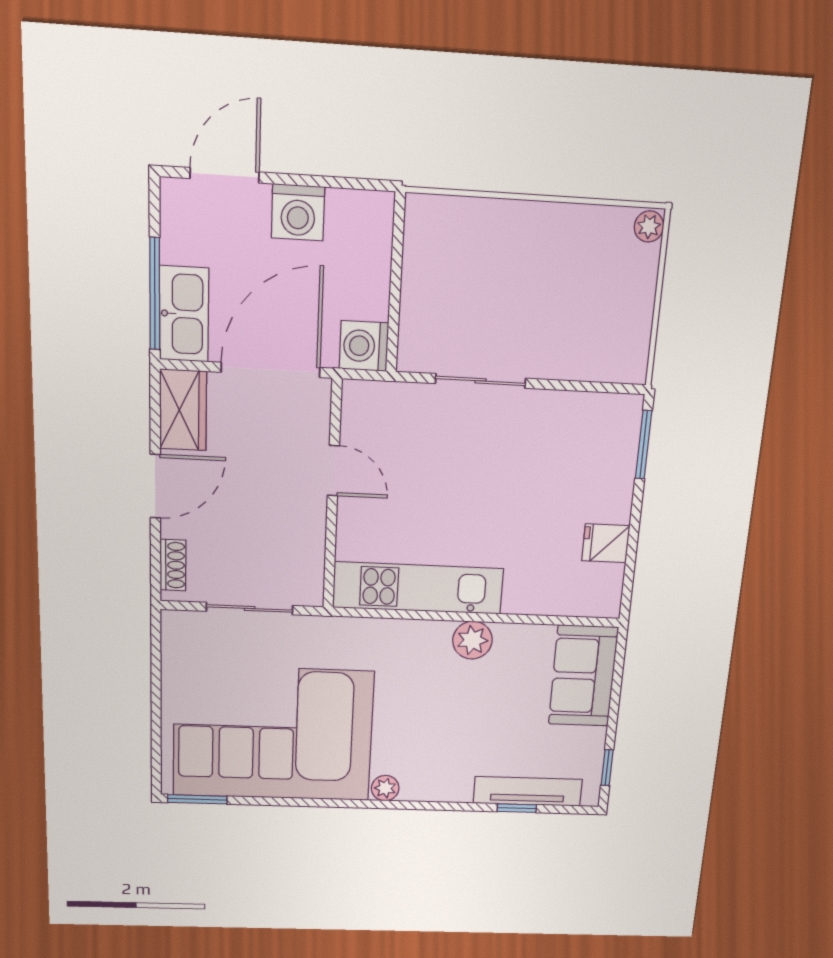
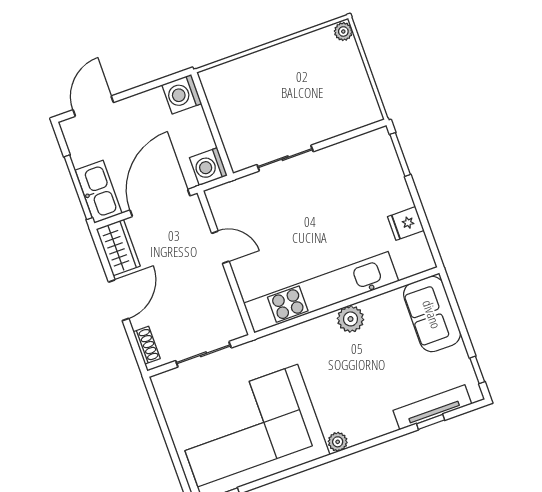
washing machine: (298, 212) -> (182, 94), moved, turned 90
kitchen unit: (418, 588) -> (321, 292), width x1.36

